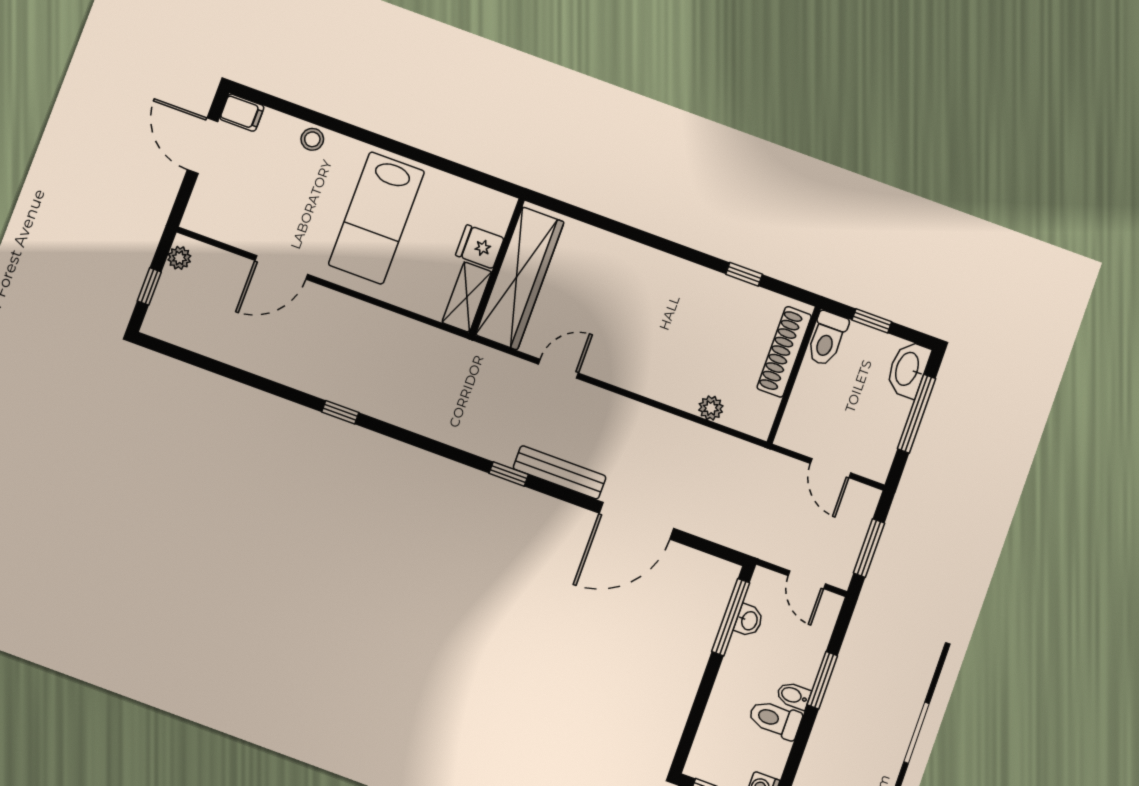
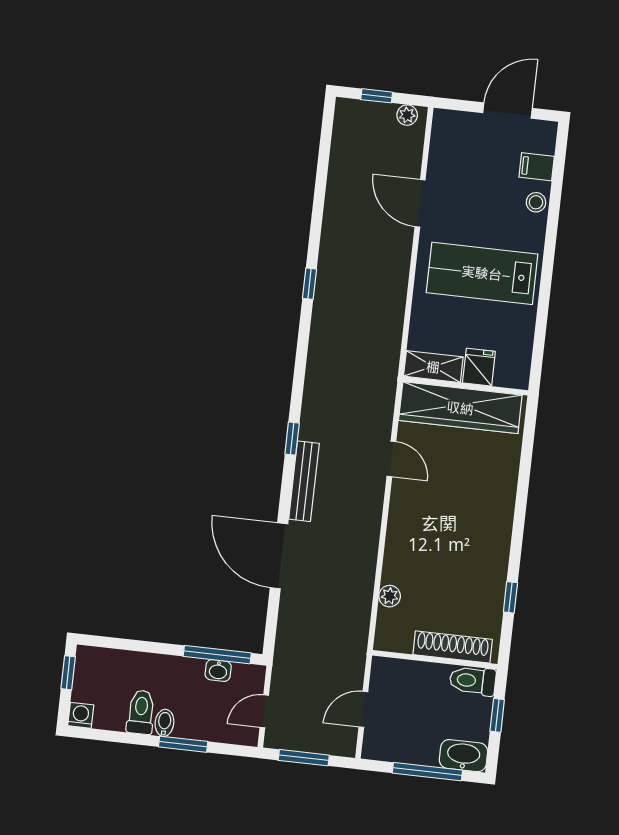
filing cabinet: (242, 113) -> (537, 167), moved, turned 90

